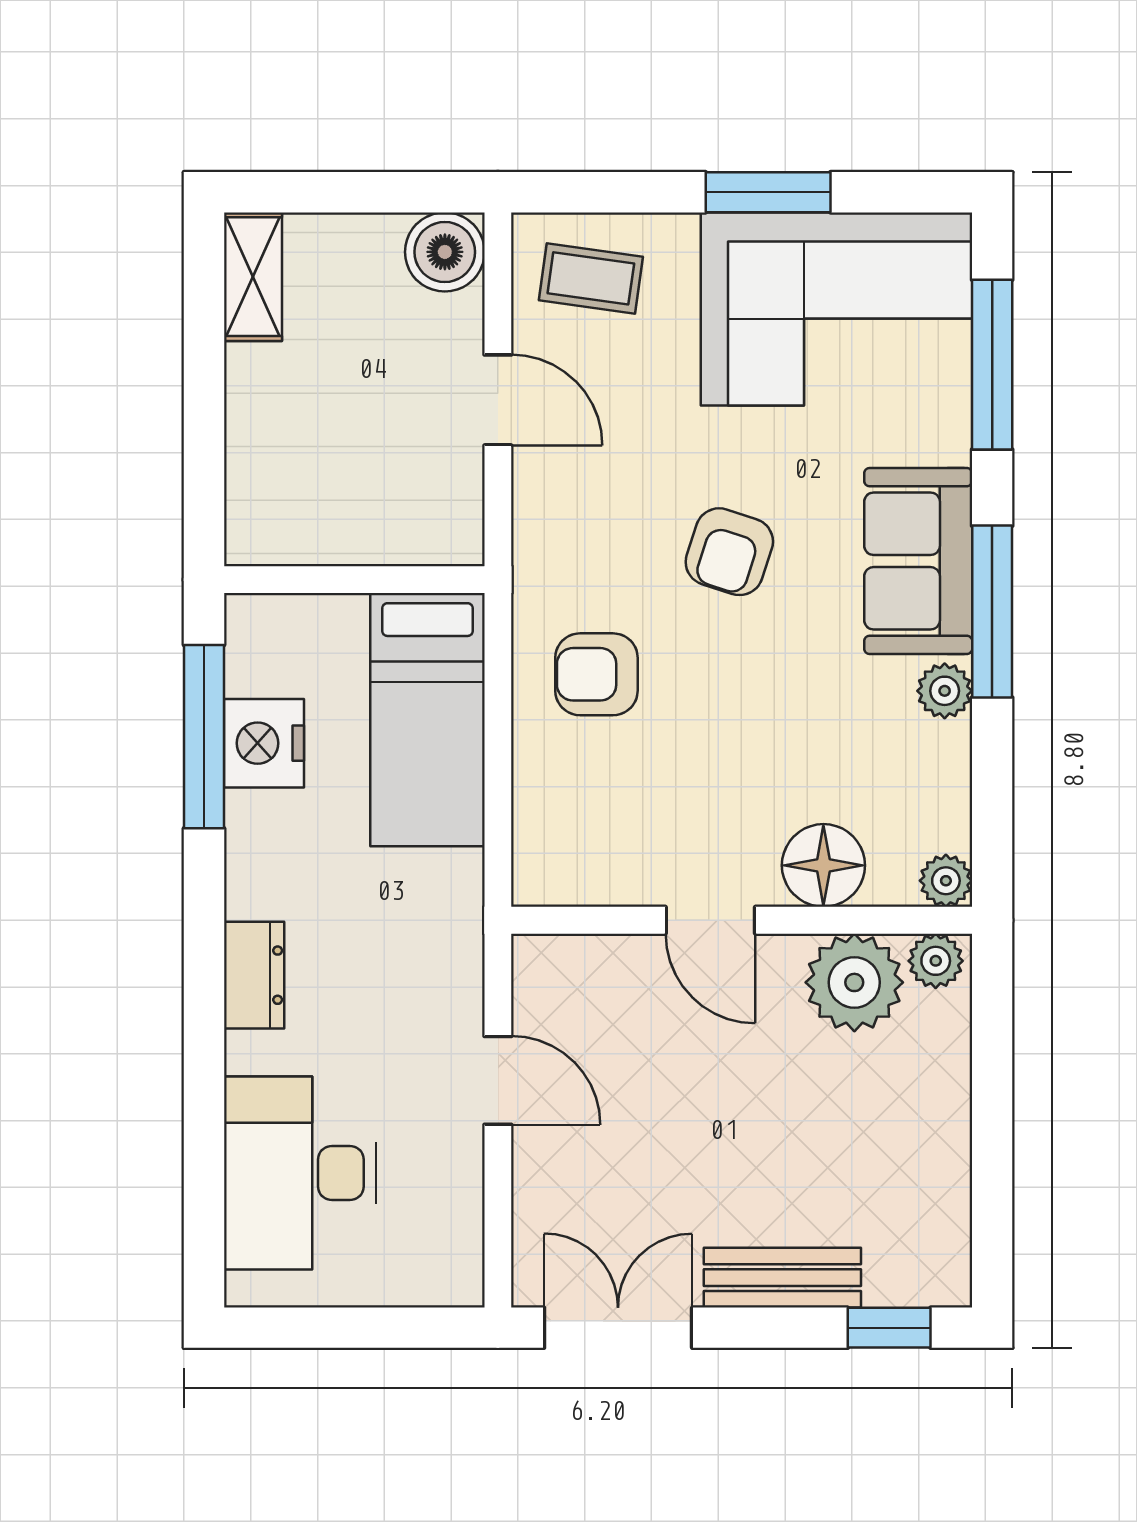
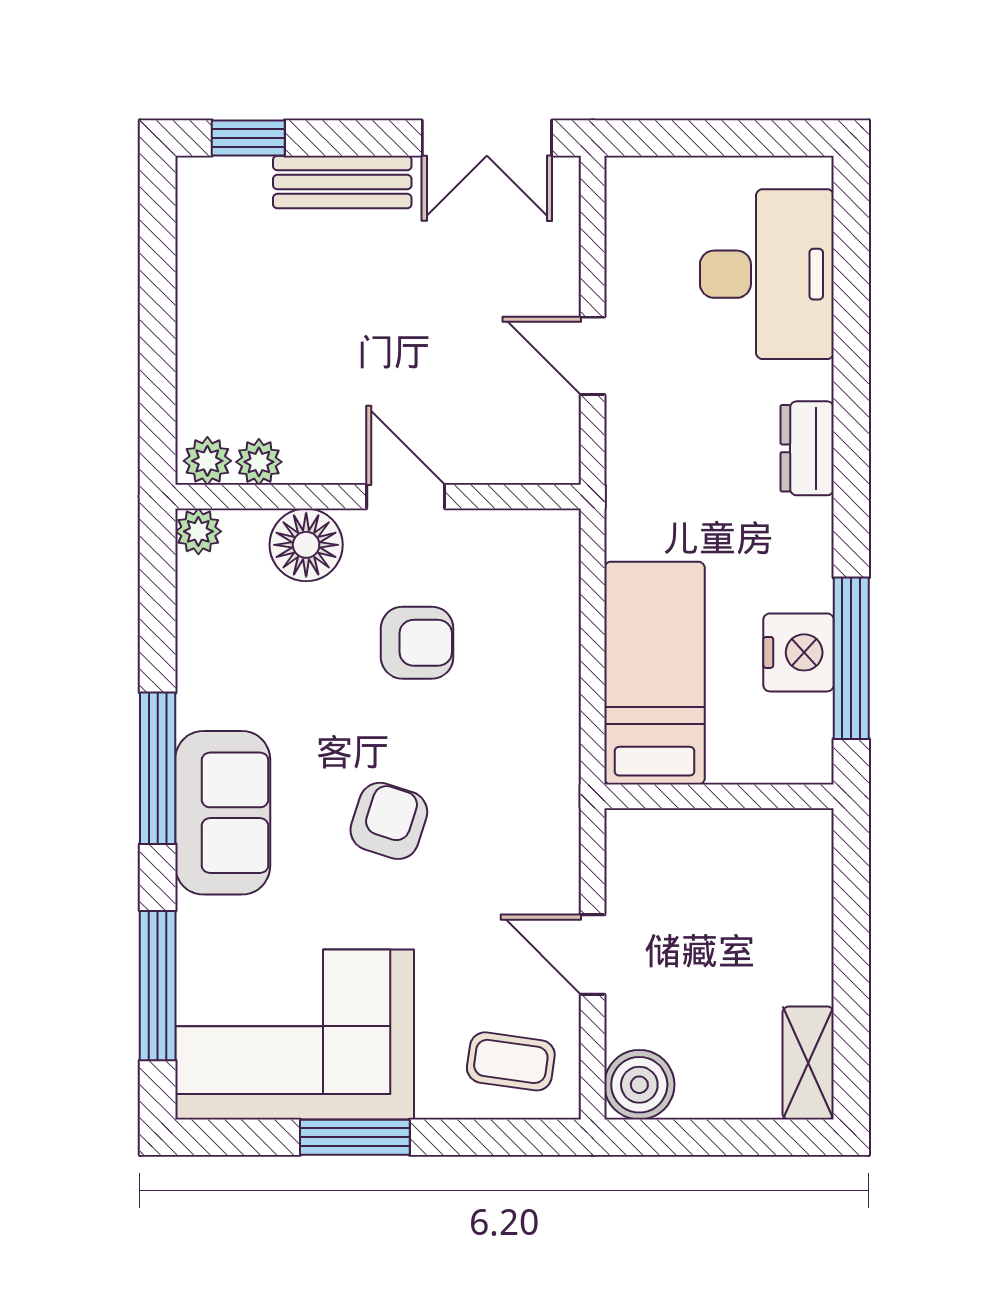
armchair: (596, 674) -> (417, 643), moved
plant: (945, 691) -> (199, 699), removed
plant: (854, 982) -> (259, 462), width x0.53, depth x0.53

